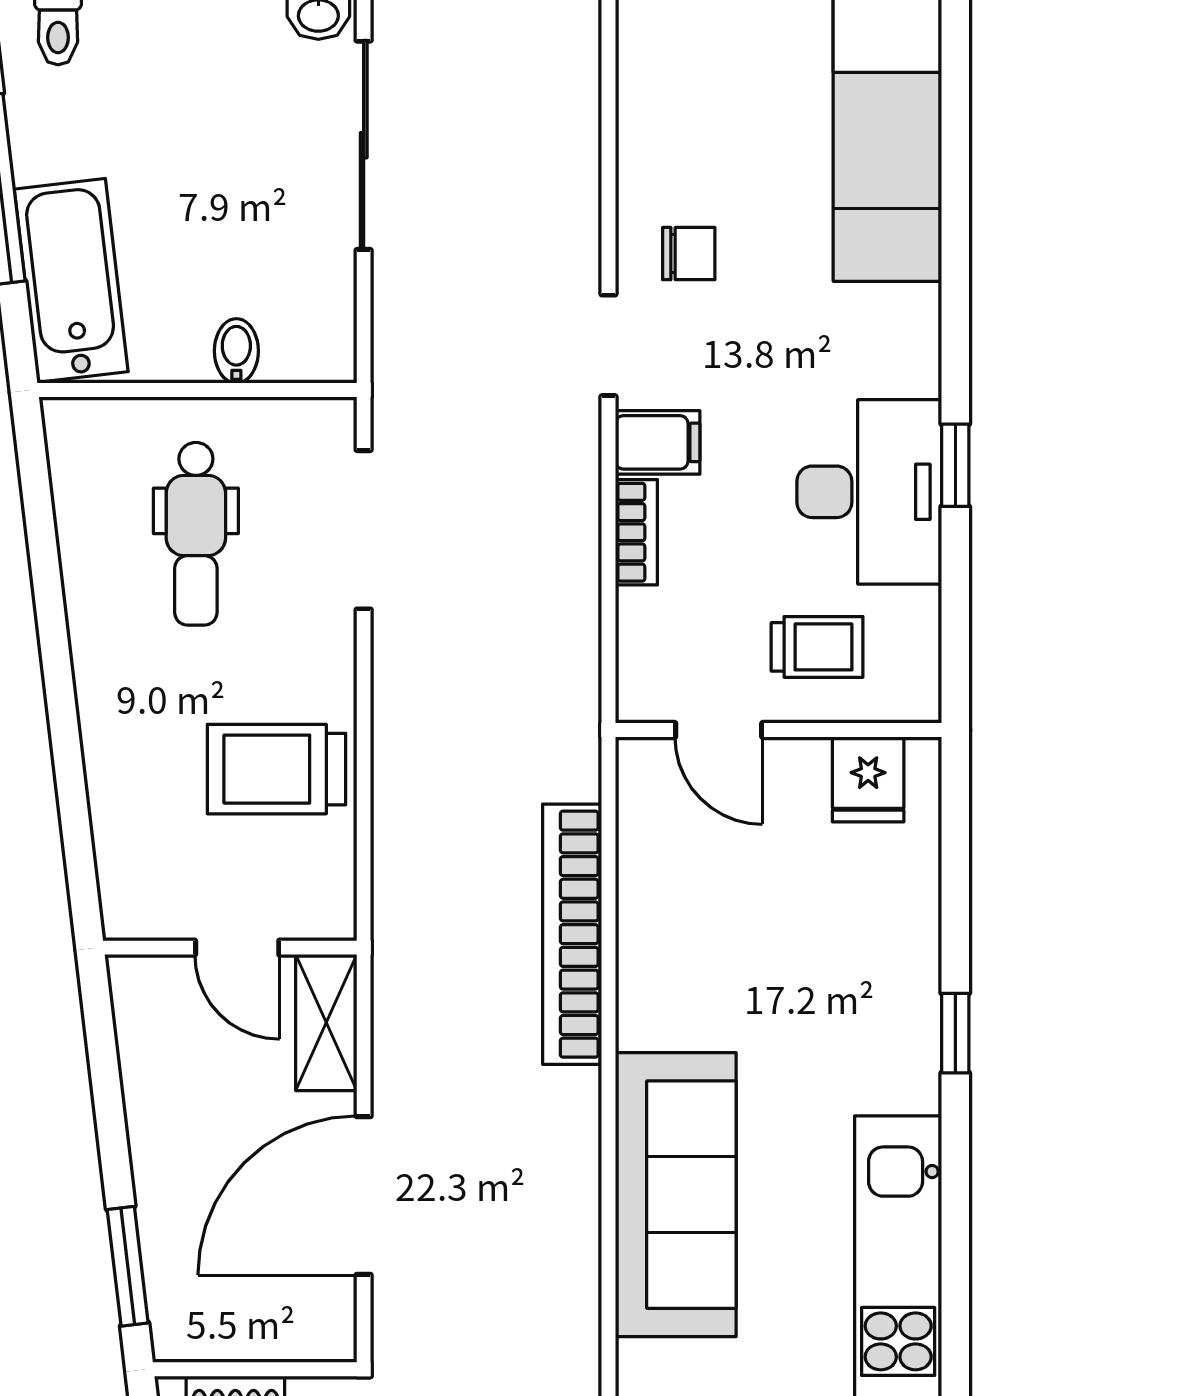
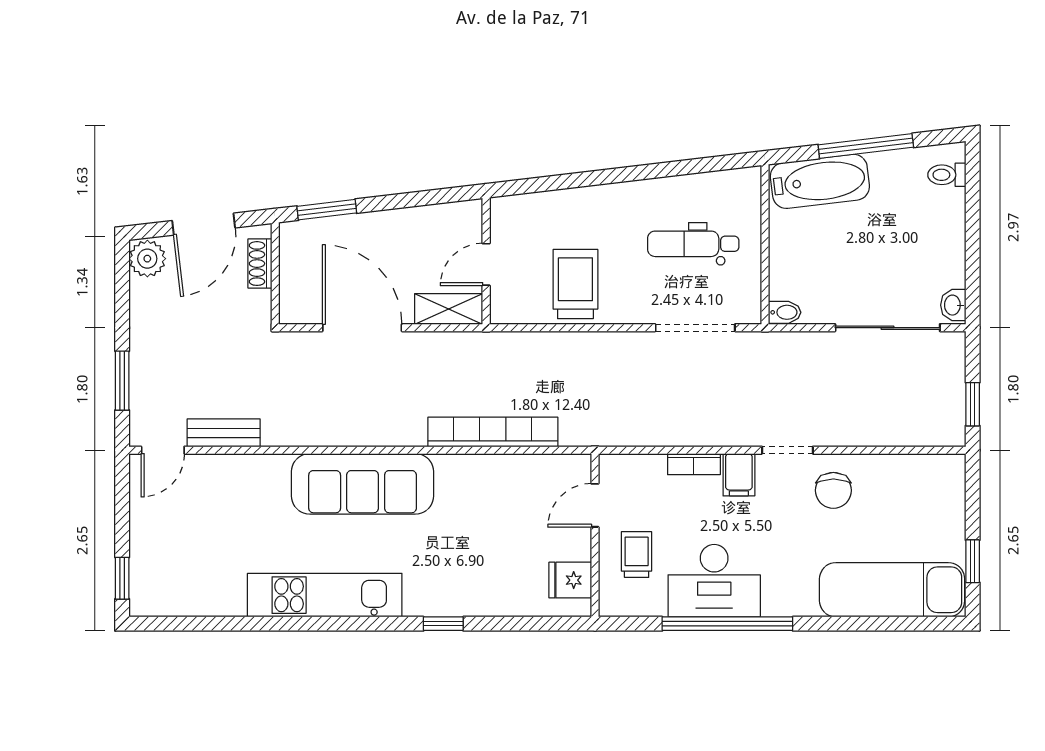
chair: (689, 254) -> (833, 490), width x1.37, depth x1.37
bidet: (236, 351) -> (785, 312), moved
window: (955, 465) -> (727, 624), width x3.17
trolley: (817, 647) -> (637, 555), turned 180

